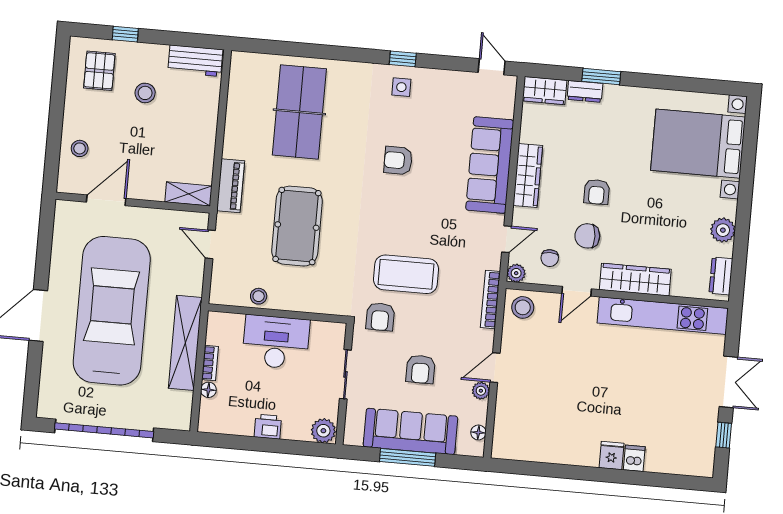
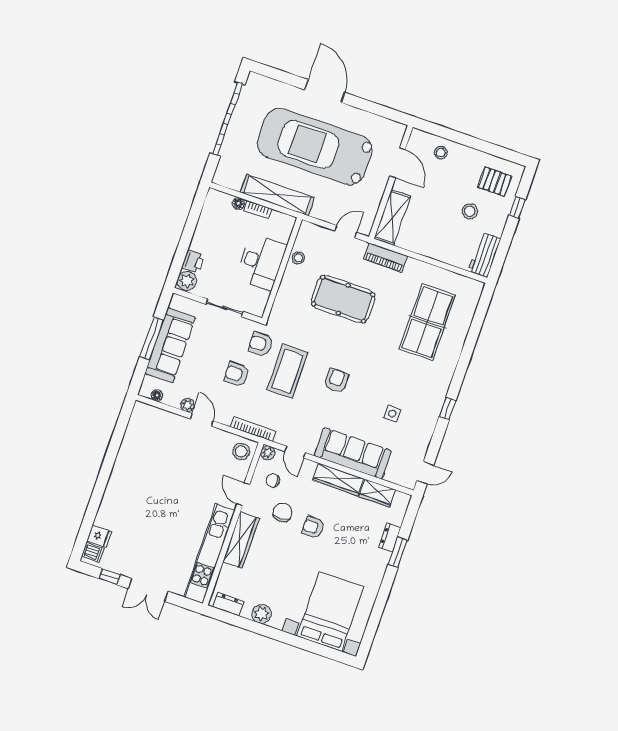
side table: (401, 87) -> (392, 414), moved
wardrobe: (545, 91) -> (377, 493), moved, turned -90
table tennis table: (299, 112) -> (427, 322), turned 90
armchair: (398, 160) -> (336, 381), moved
shelving: (188, 194) -> (392, 217), width x1.50, depth x1.33
car: (112, 311) -> (315, 146), turned 180
armchair: (421, 369) -> (237, 374), moved
printer: (268, 427) -> (193, 261), moved
fridge: (611, 455) -> (99, 536), moved
dishwasher: (634, 458) -> (93, 553), moved

